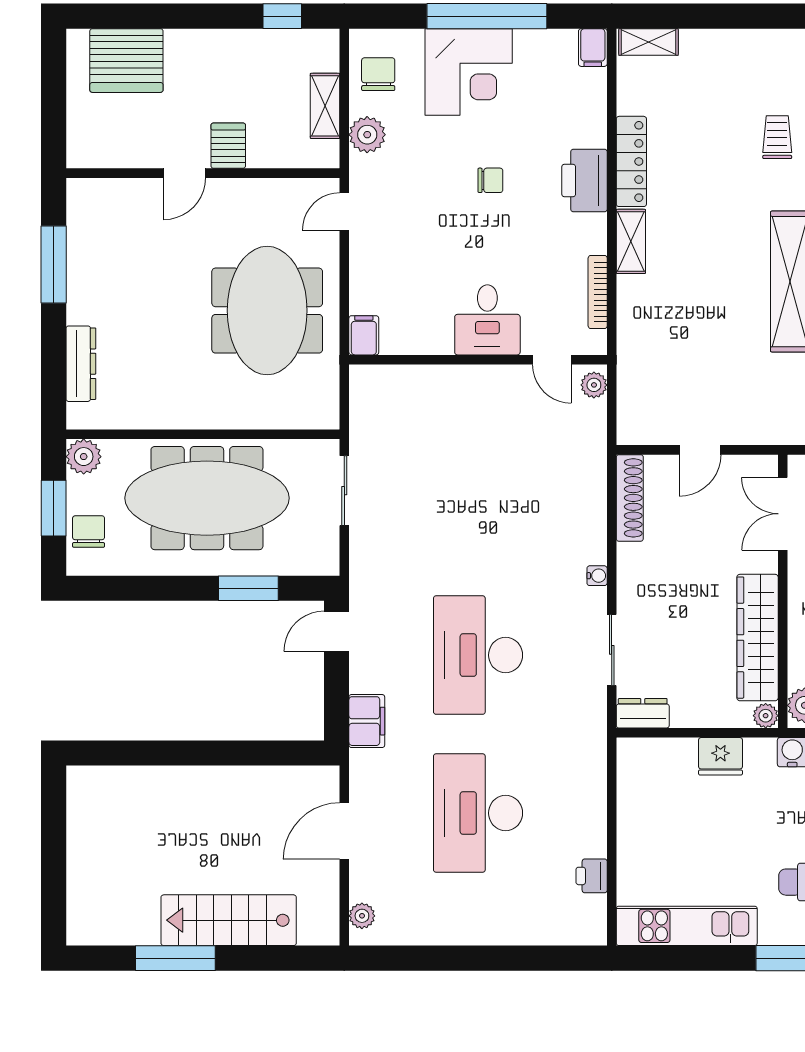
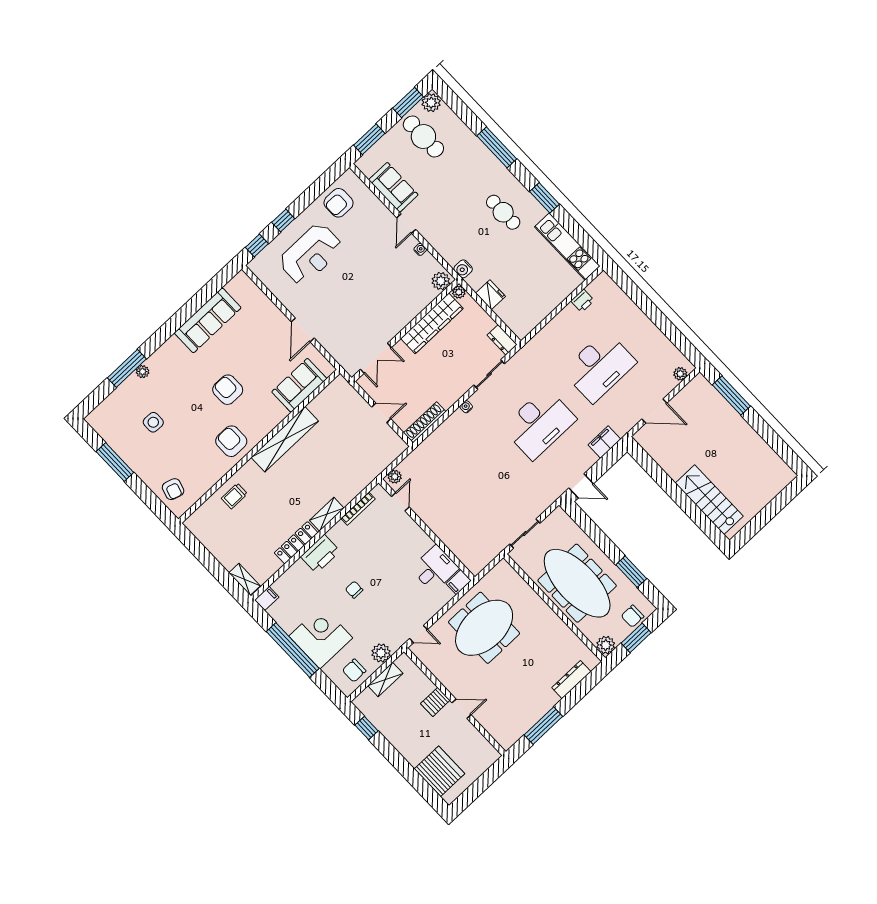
desk: (487, 320) -> (435, 569), moved
window: (248, 588) -> (631, 572), moved
stairs: (229, 920) -> (709, 500), moved, turned 180
window: (175, 958) -> (731, 396), moved

